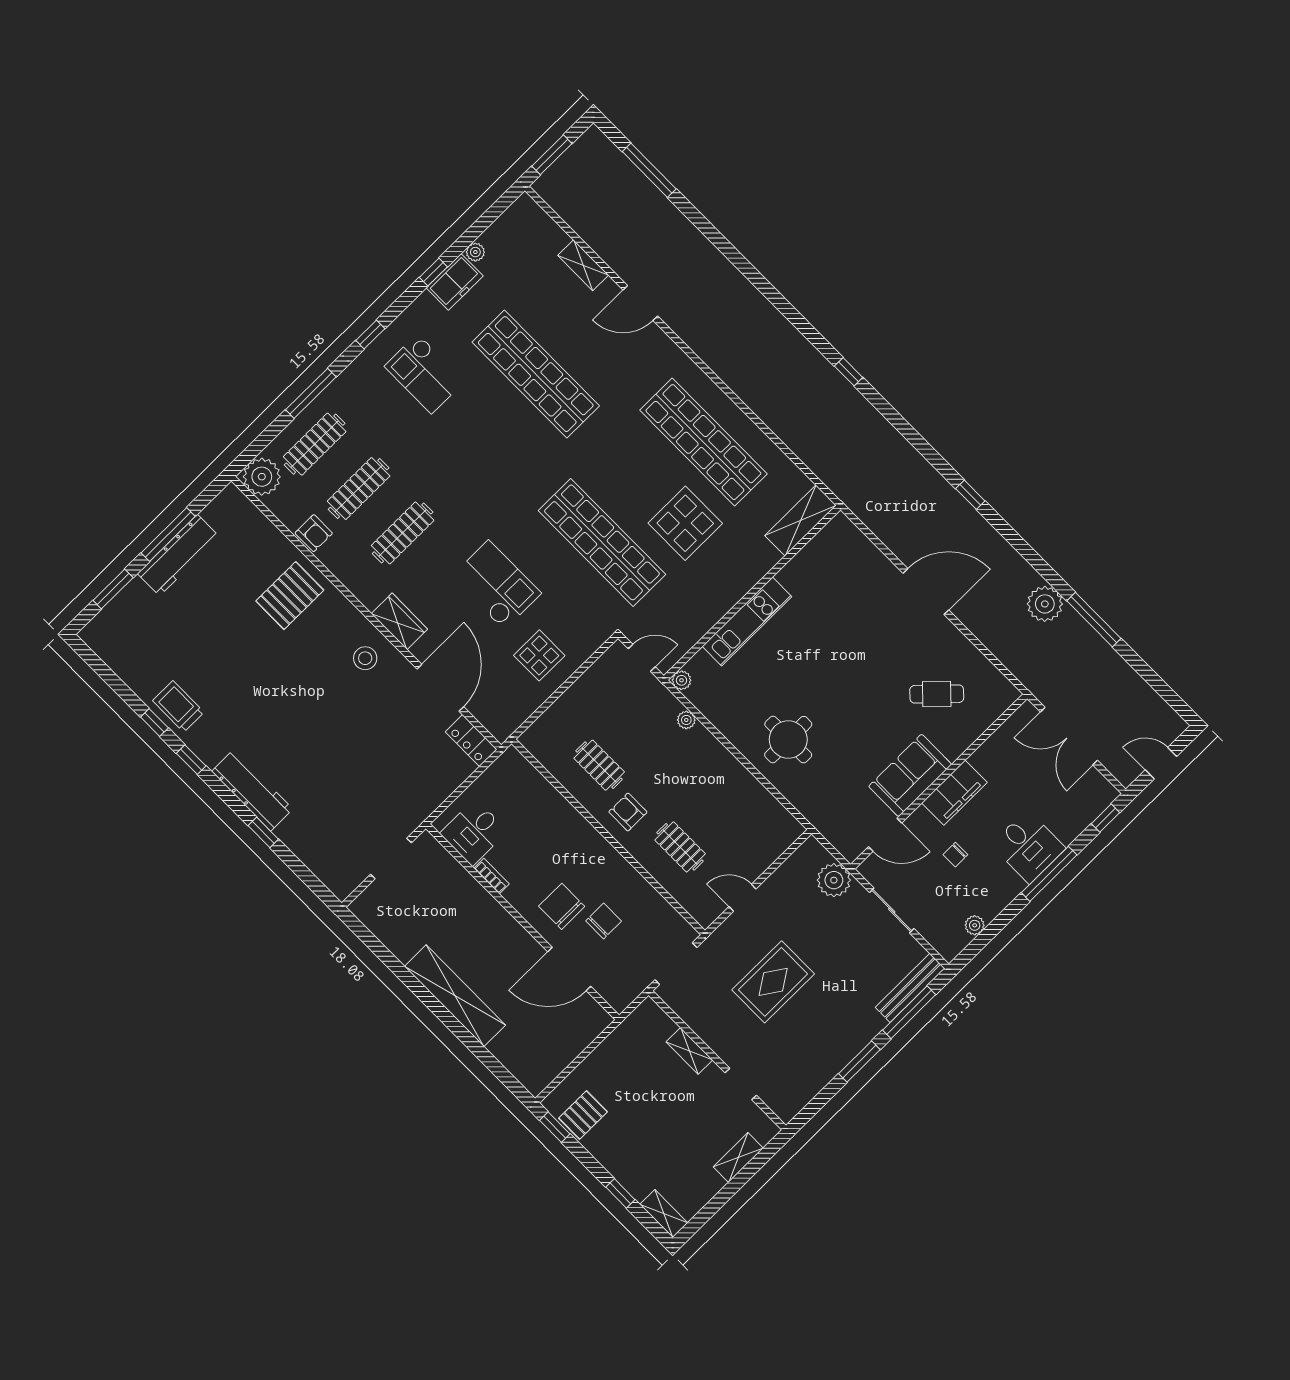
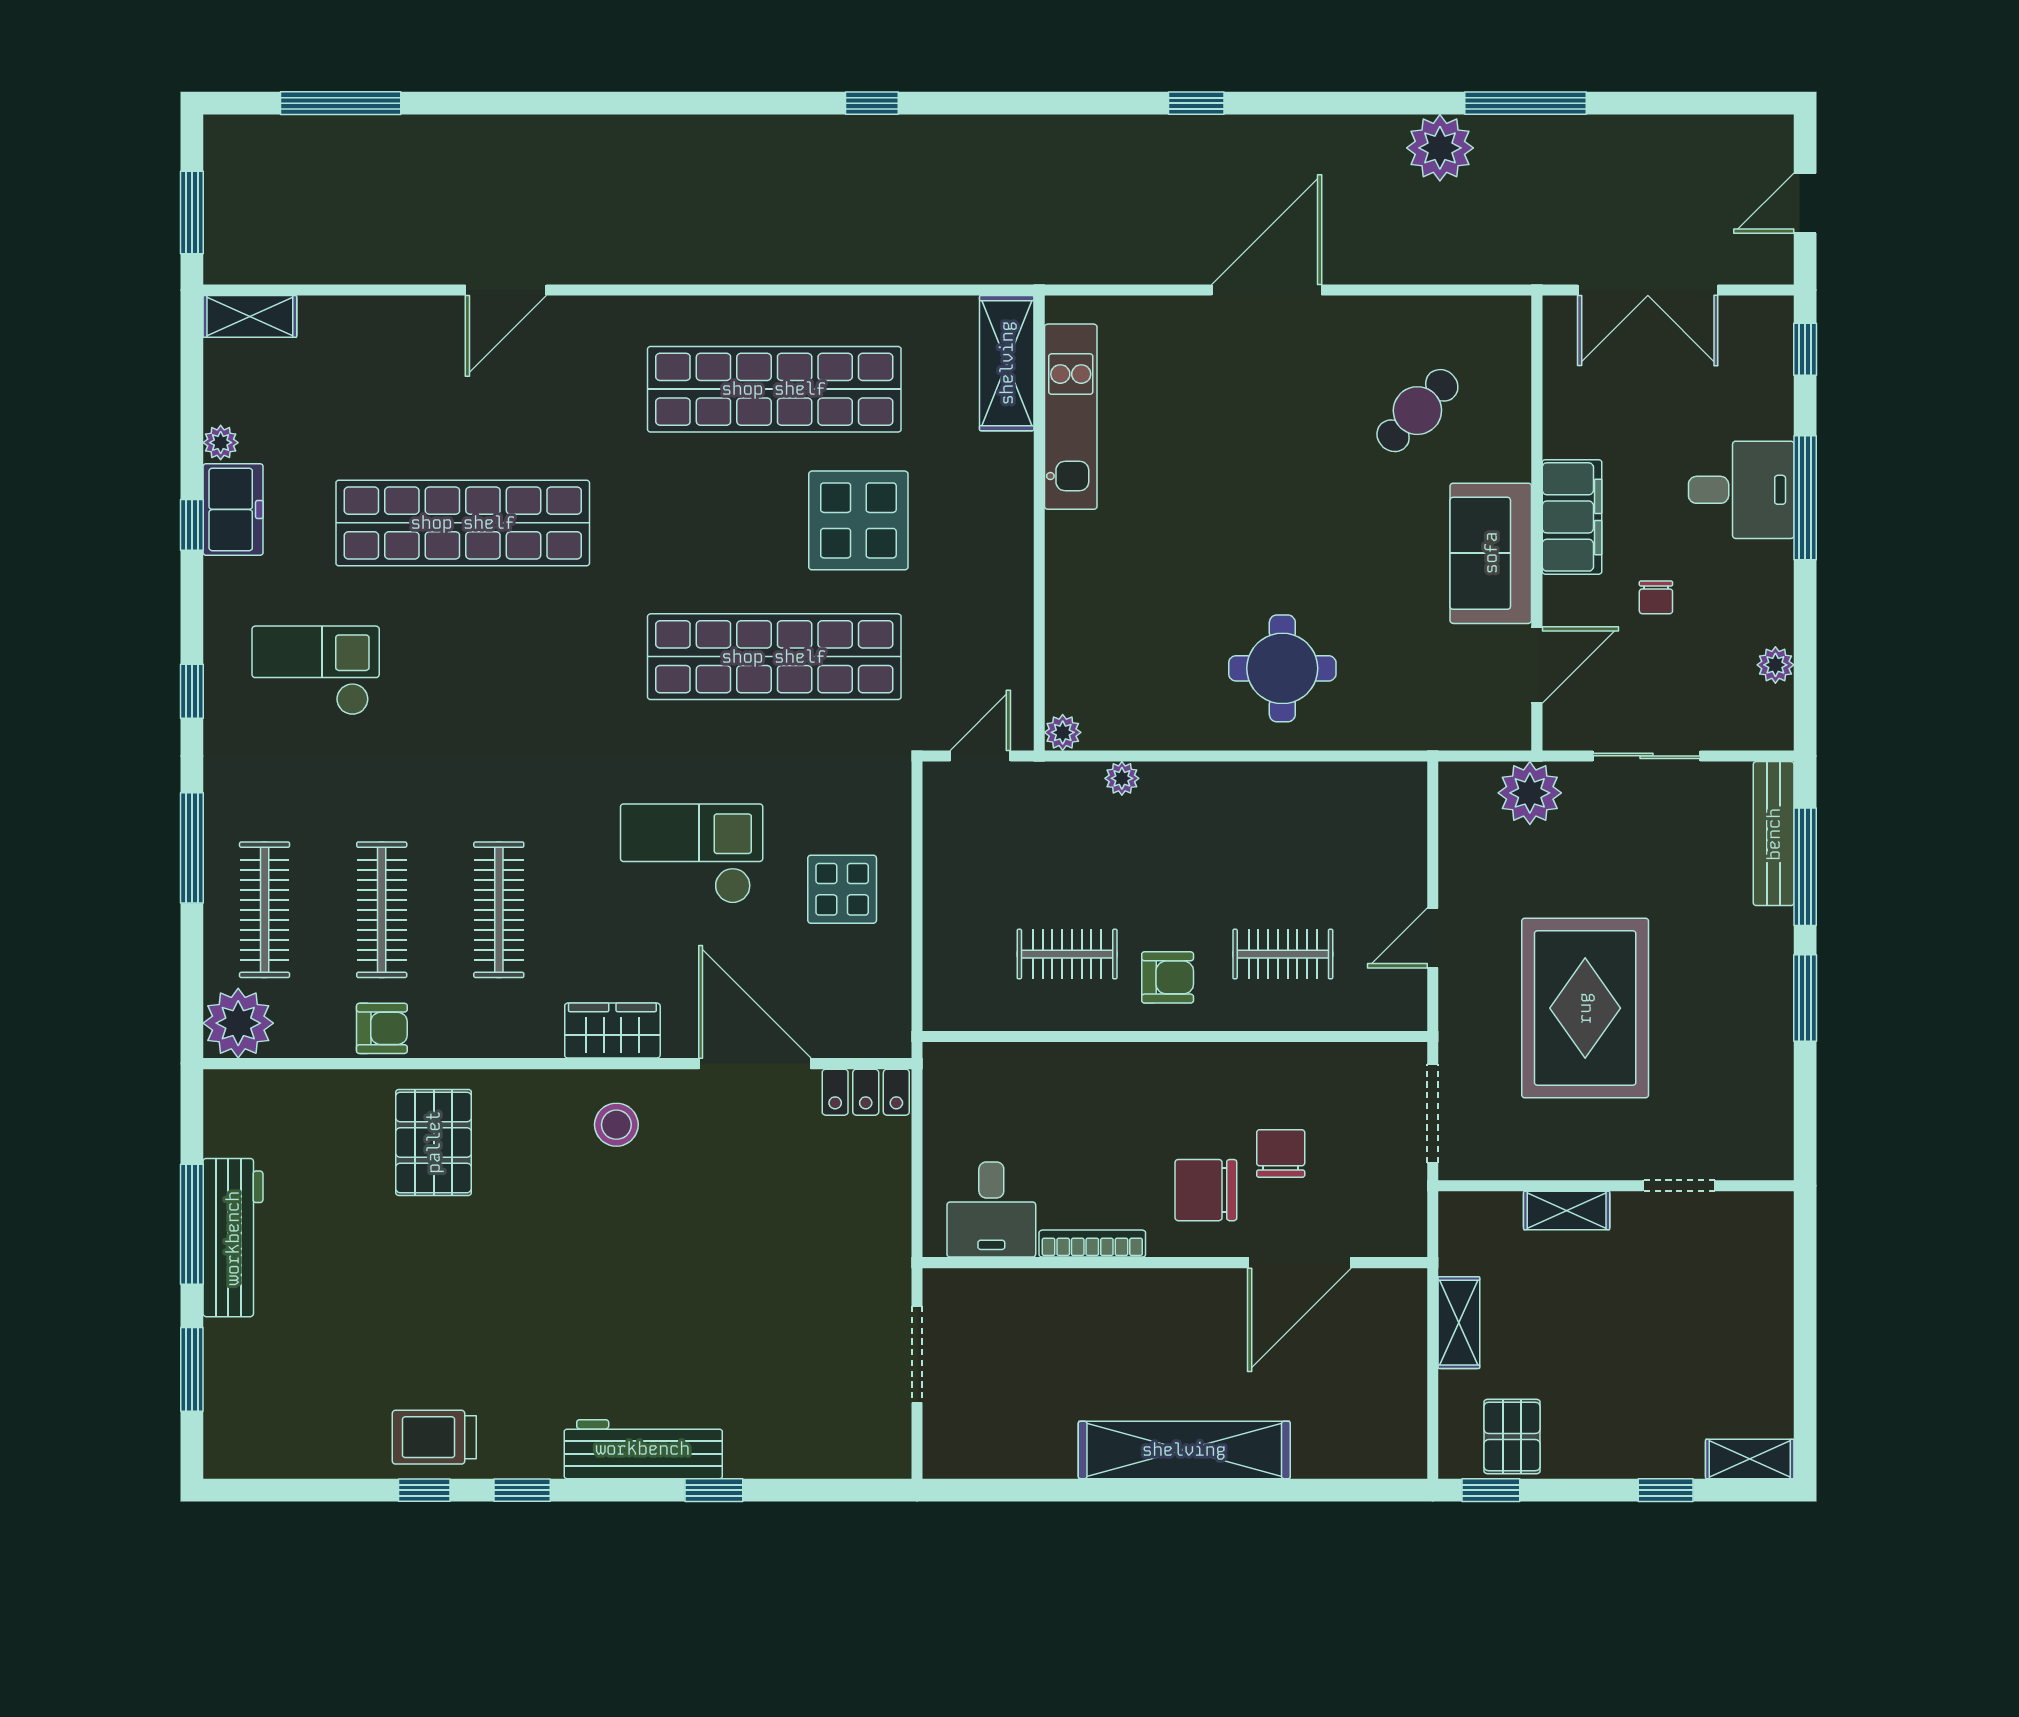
shelving: (583, 265) -> (250, 316), moved
checkout: (425, 374) -> (316, 671), turned 180
kitchen unit: (747, 622) -> (1071, 417), moved
armchair: (628, 812) -> (1168, 977), turned 180
bookcase: (492, 876) -> (1092, 1244), width x1.56
rug: (773, 982) -> (1585, 1008), width x1.37, depth x1.44
shelving: (738, 1157) -> (1459, 1323), moved

